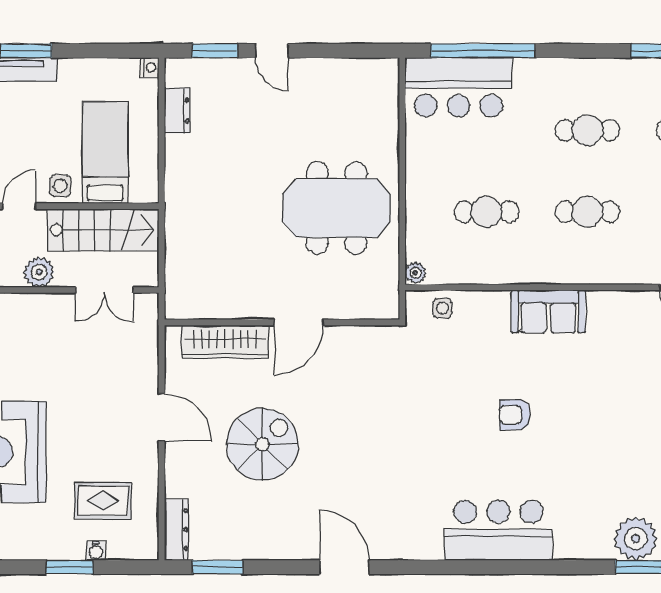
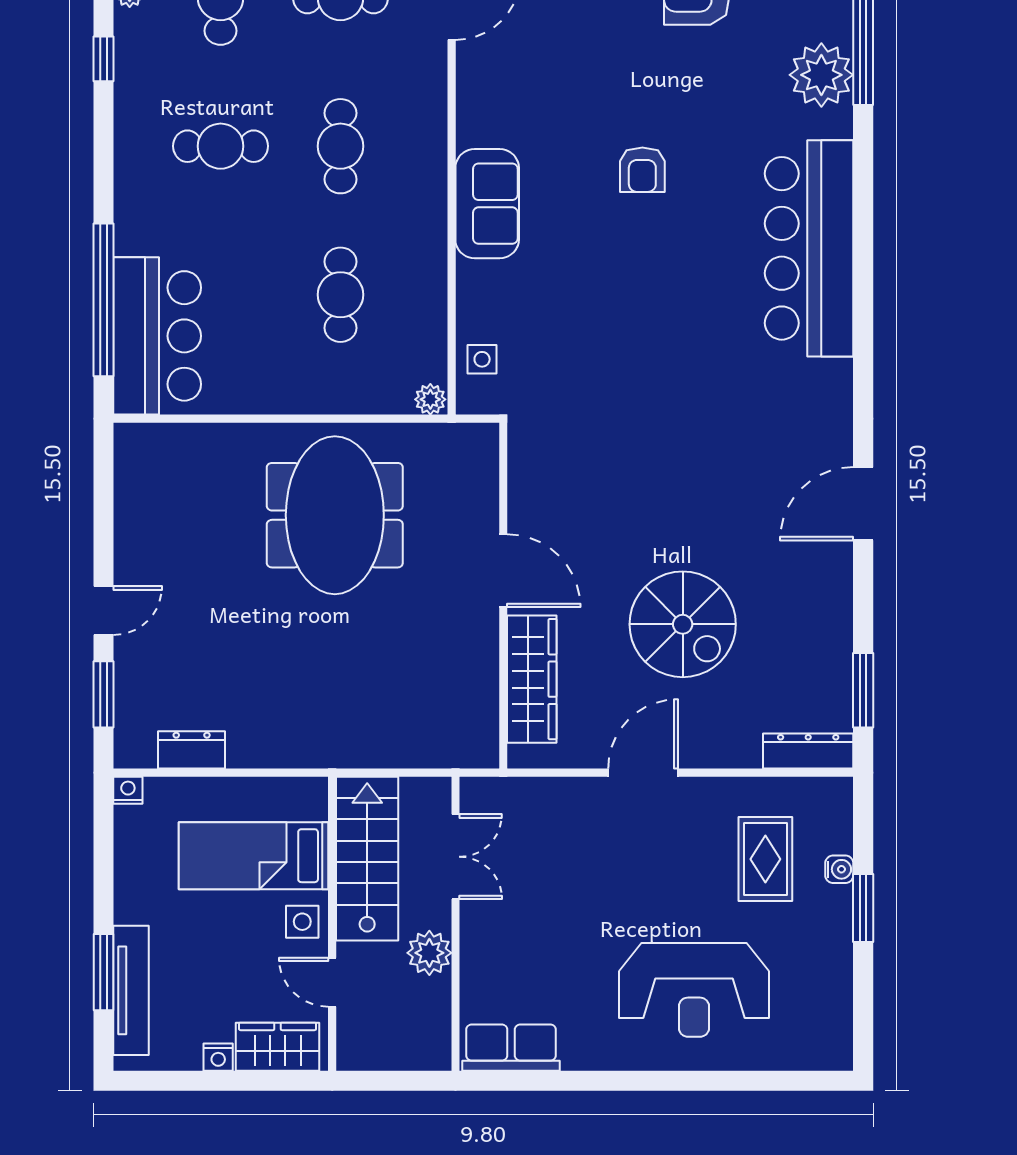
cafe table: (587, 130) -> (221, 146), turned 90
armchair: (515, 415) -> (642, 170), moved
spiral stairs: (262, 444) -> (683, 624), turned 180
bar counter: (498, 530) -> (809, 248), width x1.36

